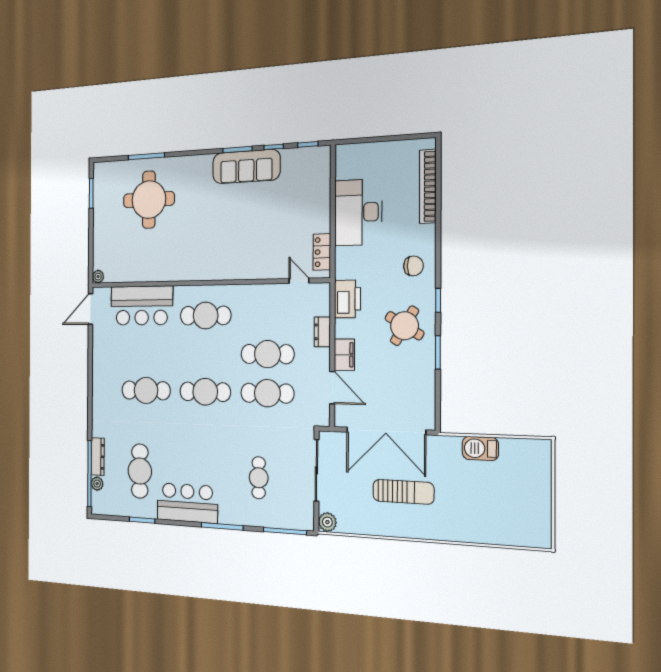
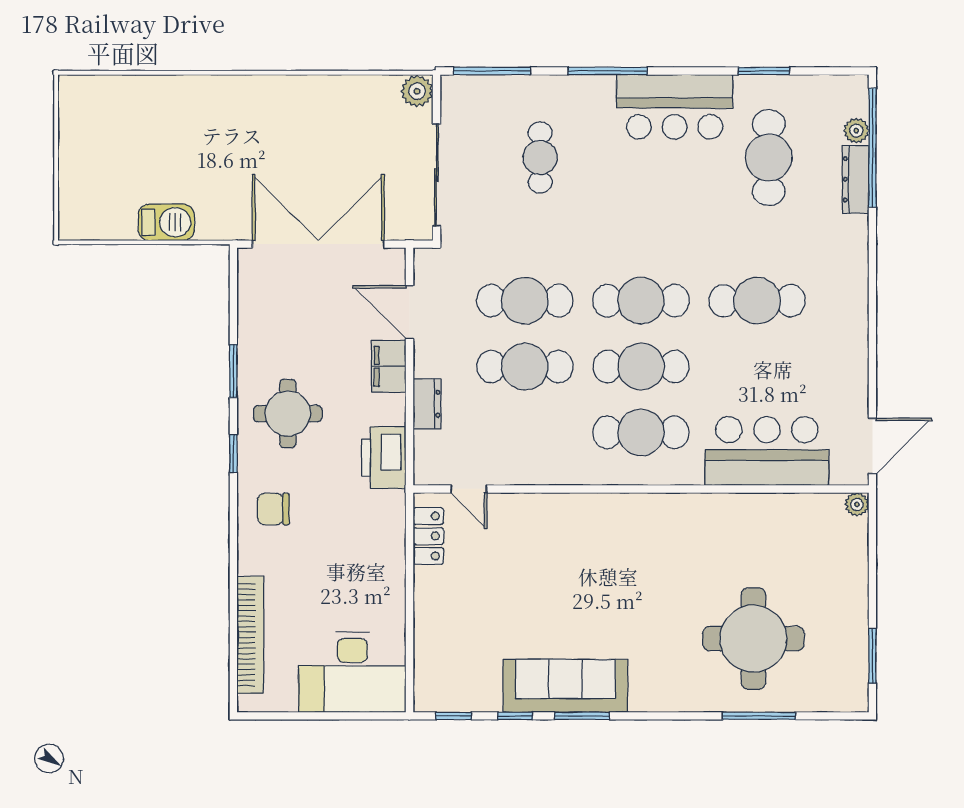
desk: (358, 212) -> (352, 672), moved, turned 90
round table: (404, 326) -> (288, 414), turned -31
cafe table: (205, 354) -> (641, 367), added
sun lounger: (403, 492) -> (289, 148), removed

